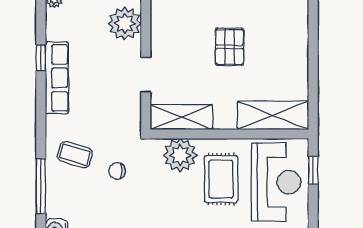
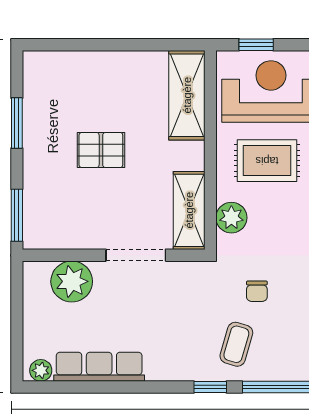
window: (41, 58) -> (210, 387), moved
doorway: (146, 75) -> (136, 255), width x1.38
row of seats: (57, 78) -> (99, 367), moved
plant: (180, 155) -> (231, 218), width x0.73, depth x0.73

